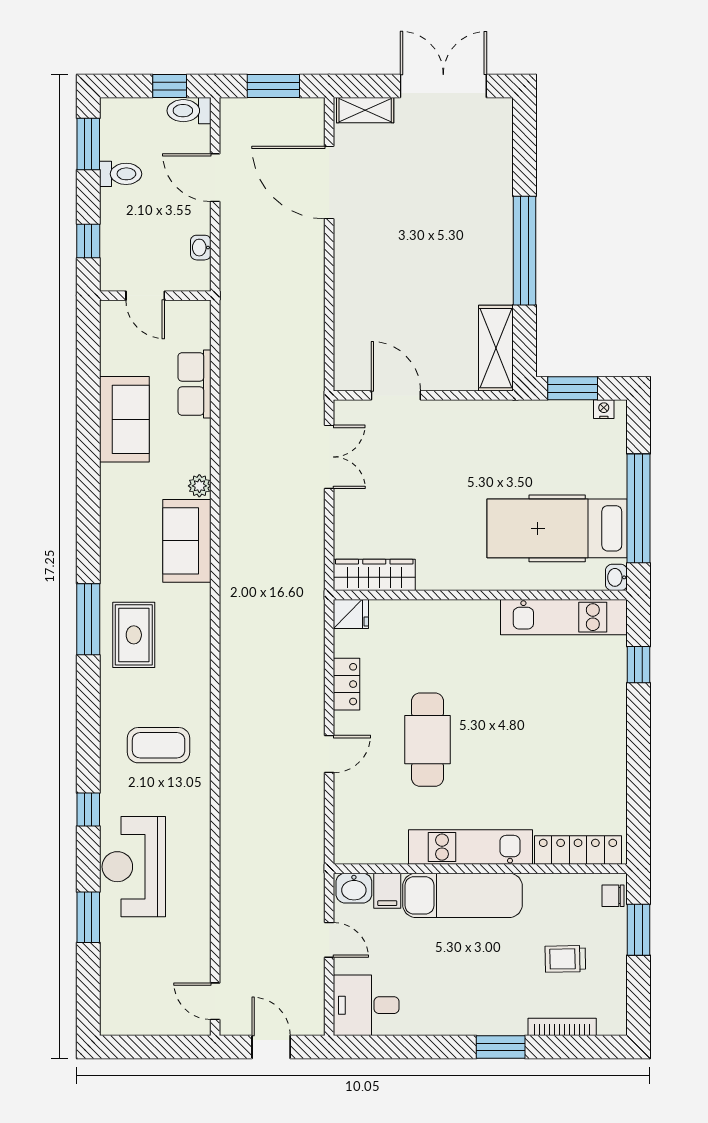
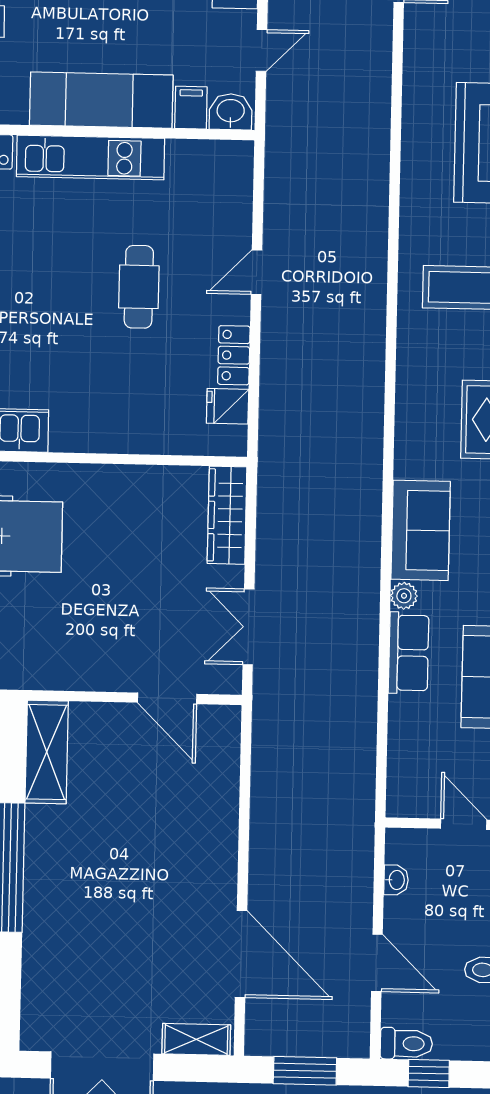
row of seats: (194, 384) -> (409, 653), moved
wardrobe: (374, 575) -> (227, 515), moved, turned 90
fridge: (351, 614) -> (228, 406), moved
cafe table: (428, 740) -> (139, 287), width x0.73, depth x0.74
door: (329, 940) -> (262, 50), swing flipped

